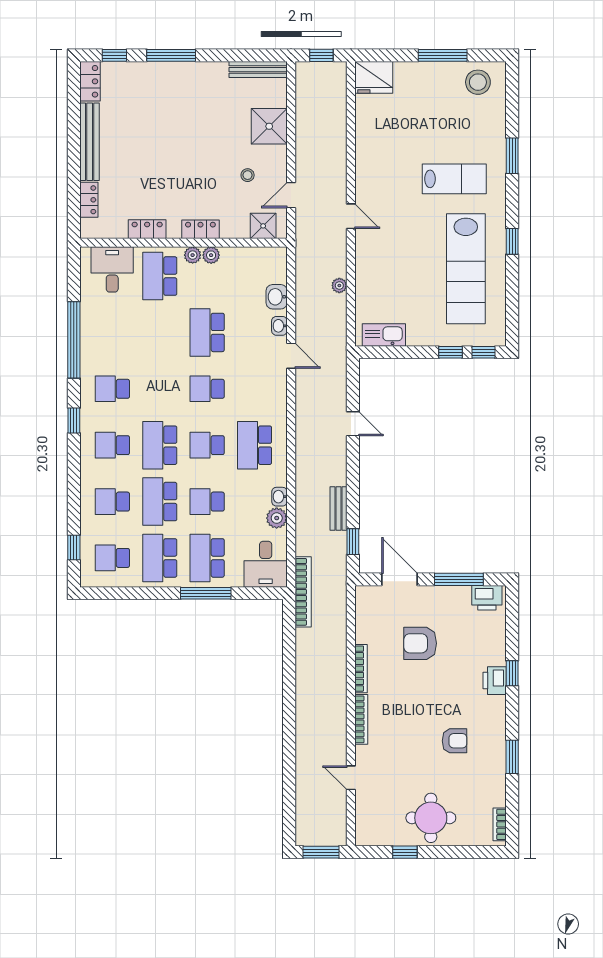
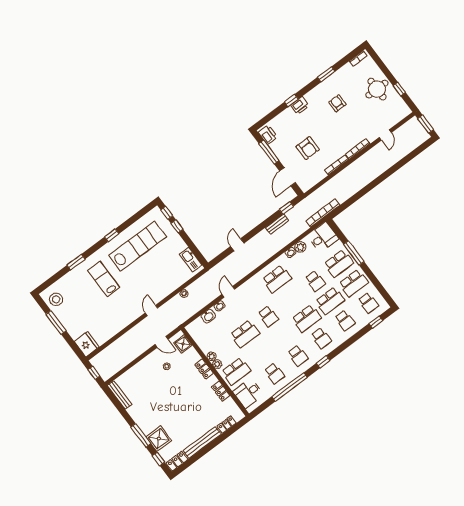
shower: (269, 126) -> (159, 439), moved
school desk: (207, 445) -> (274, 373), moved

